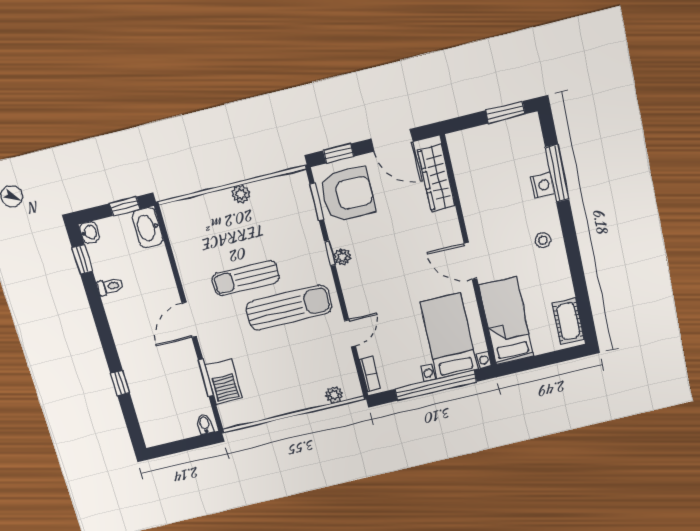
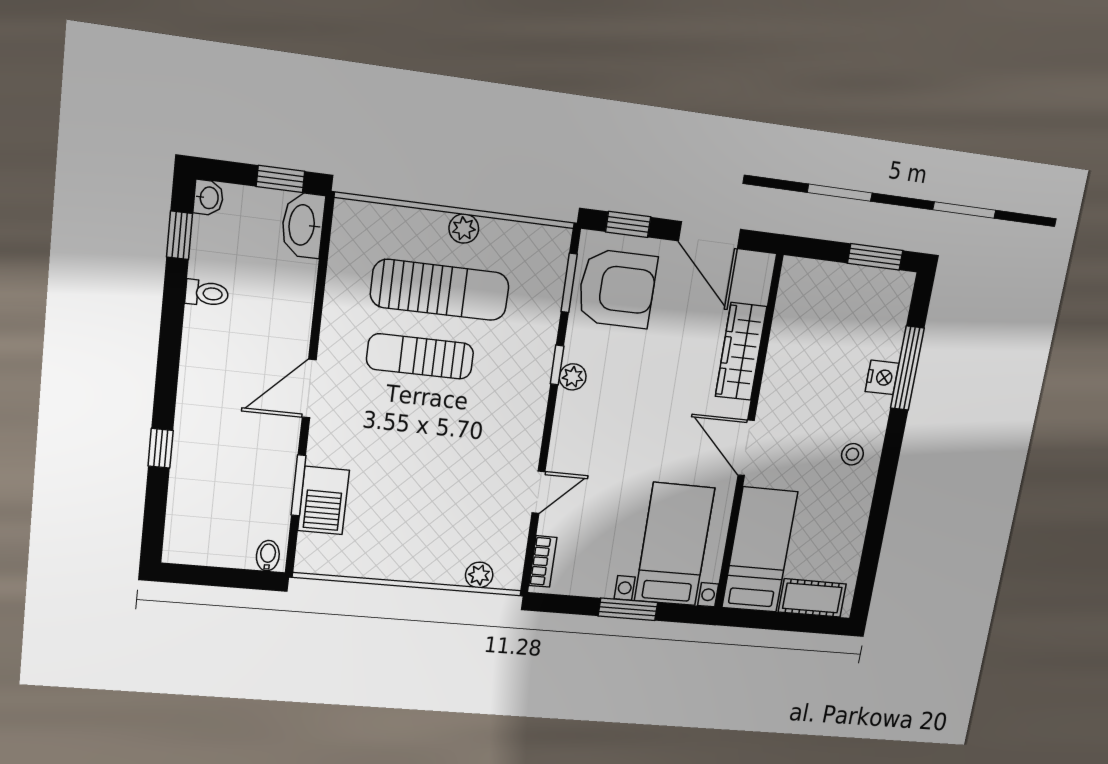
wardrobe: (436, 178) -> (741, 352), moved
sun lounger: (289, 308) -> (440, 290), moved
cot: (568, 321) -> (812, 598), moved, turned 90
window: (436, 385) -> (628, 609), width x0.47

